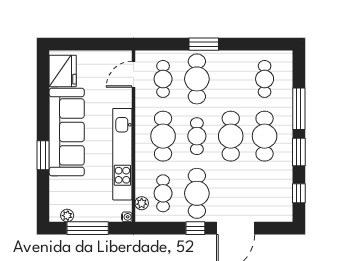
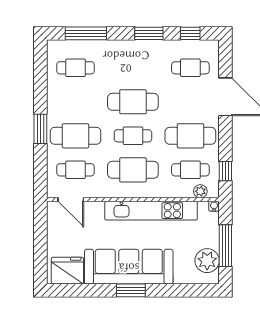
window: (299, 109) -> (86, 33), moved
cafe table: (265, 136) -> (190, 68), moved, width x0.73, depth x0.74
window: (43, 155) -> (131, 290), moved
plant: (67, 216) -> (207, 261), width x1.88, depth x1.88
window: (195, 228) -> (225, 171), moved

